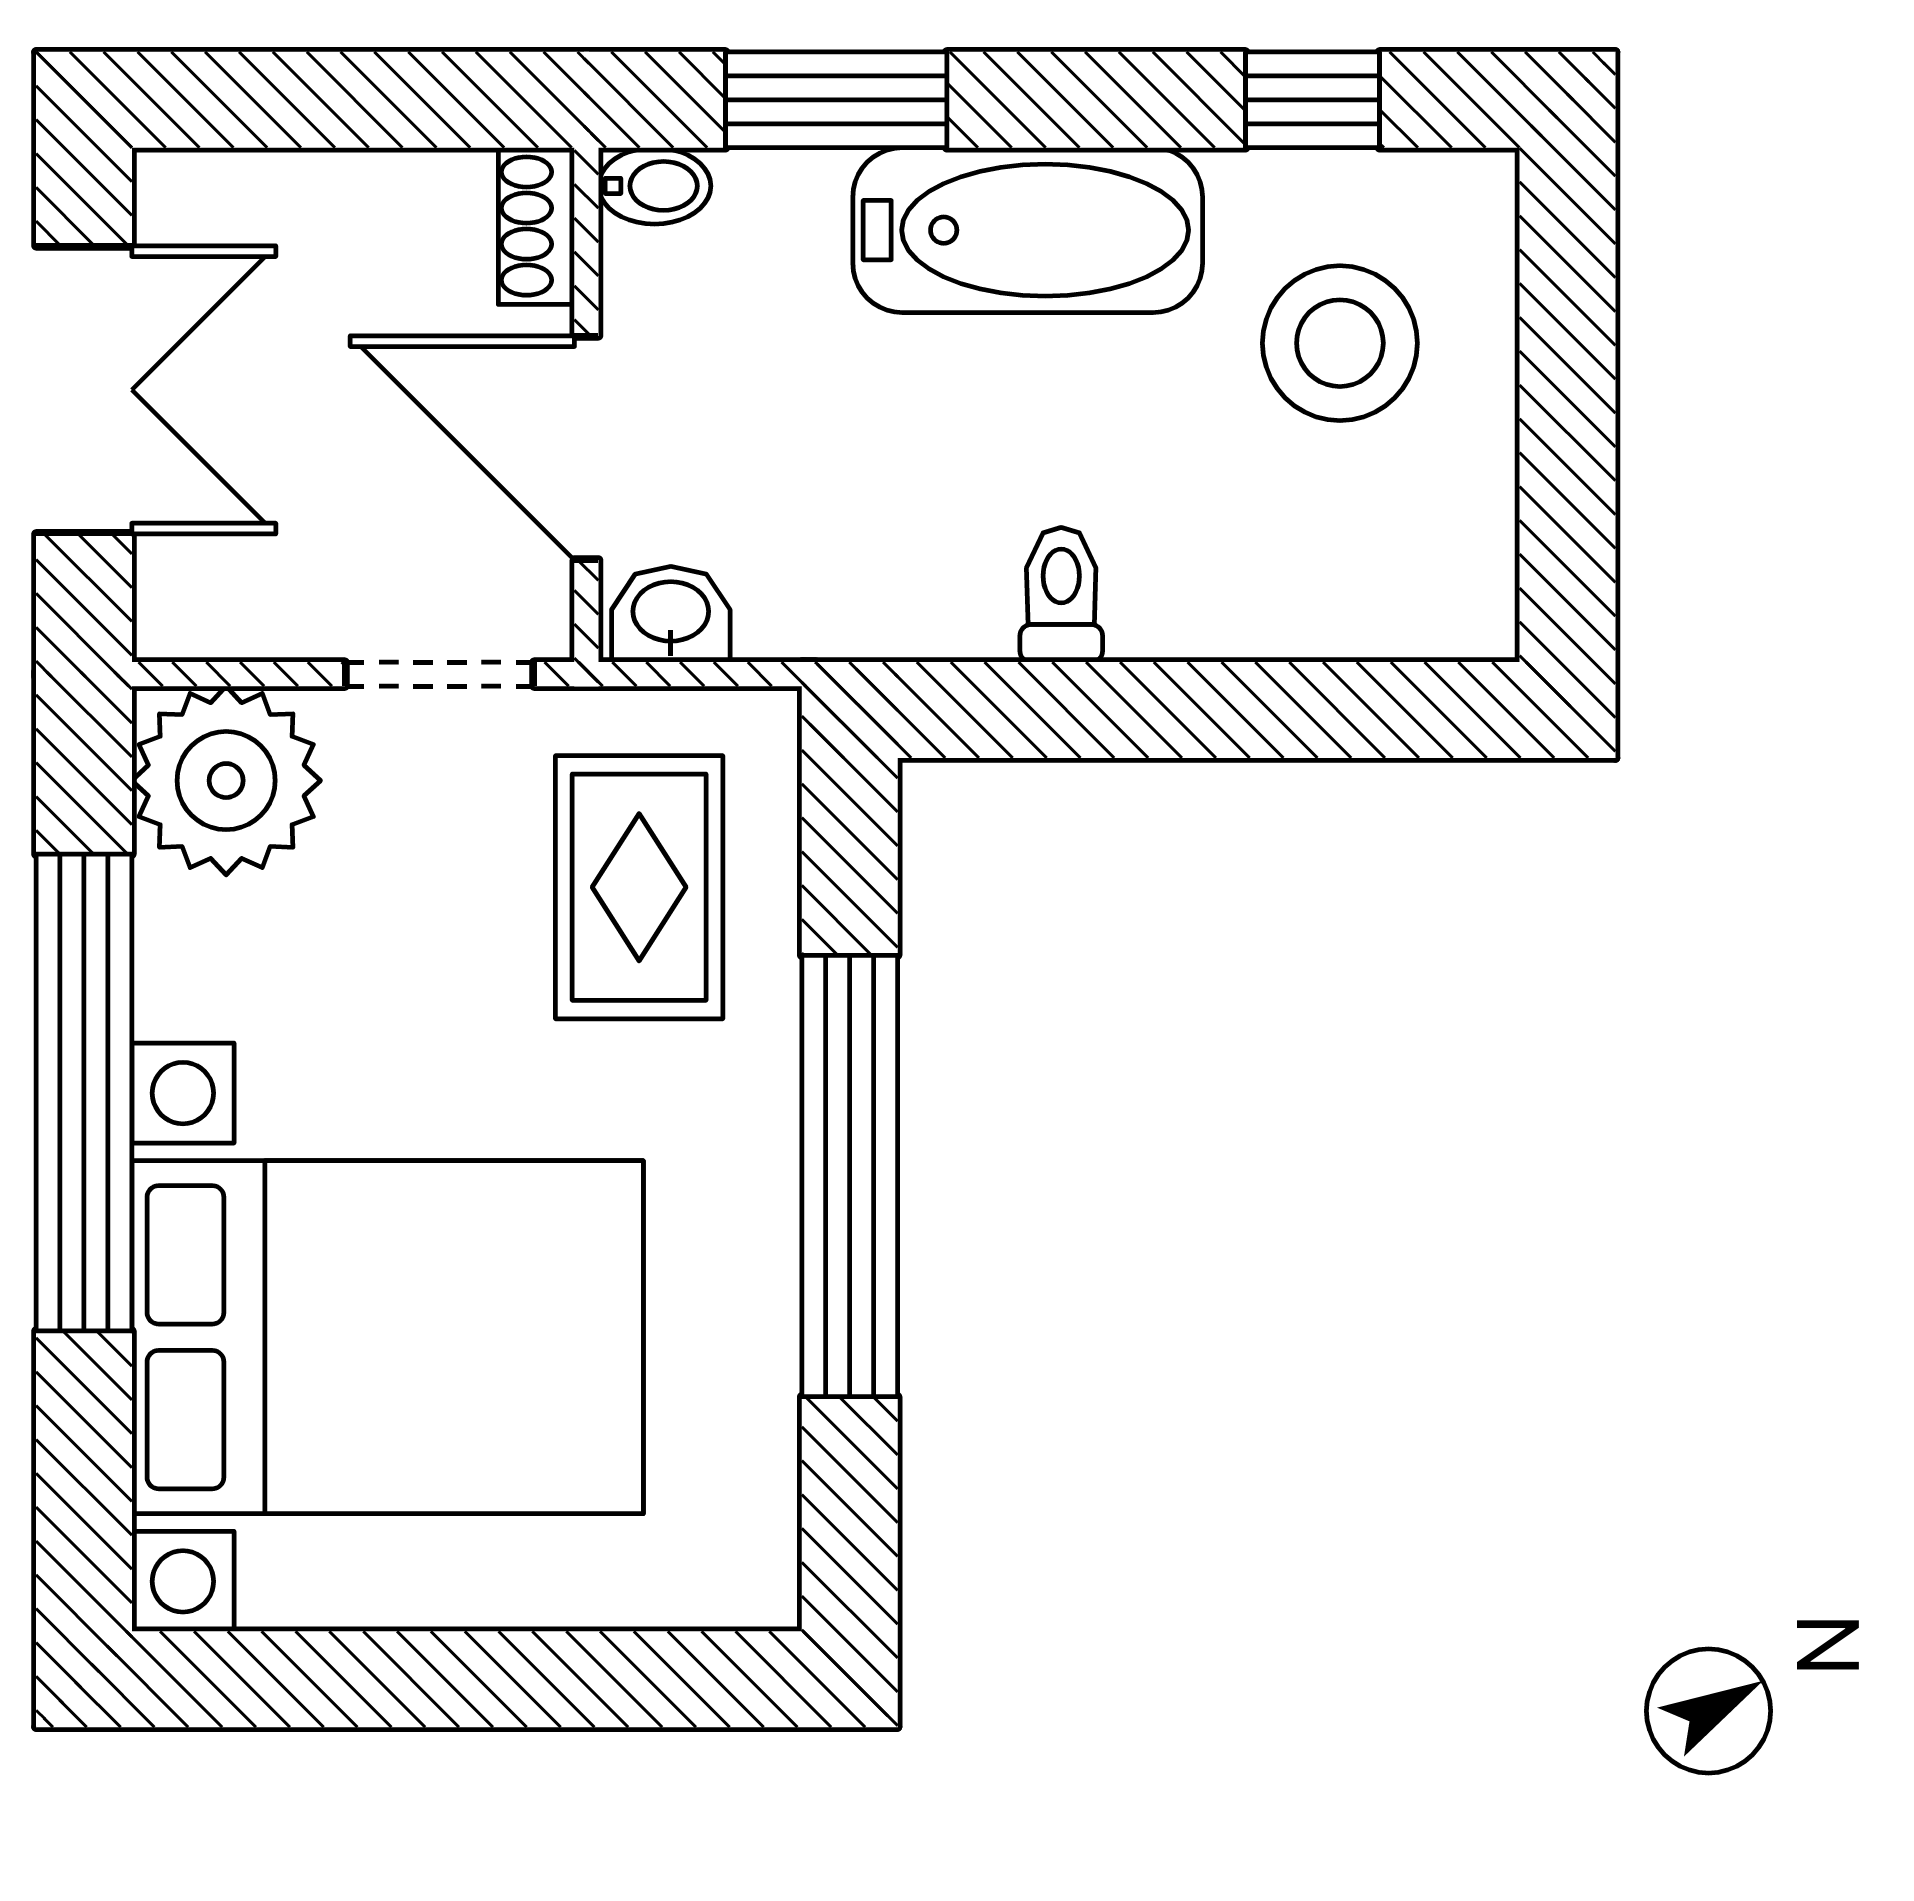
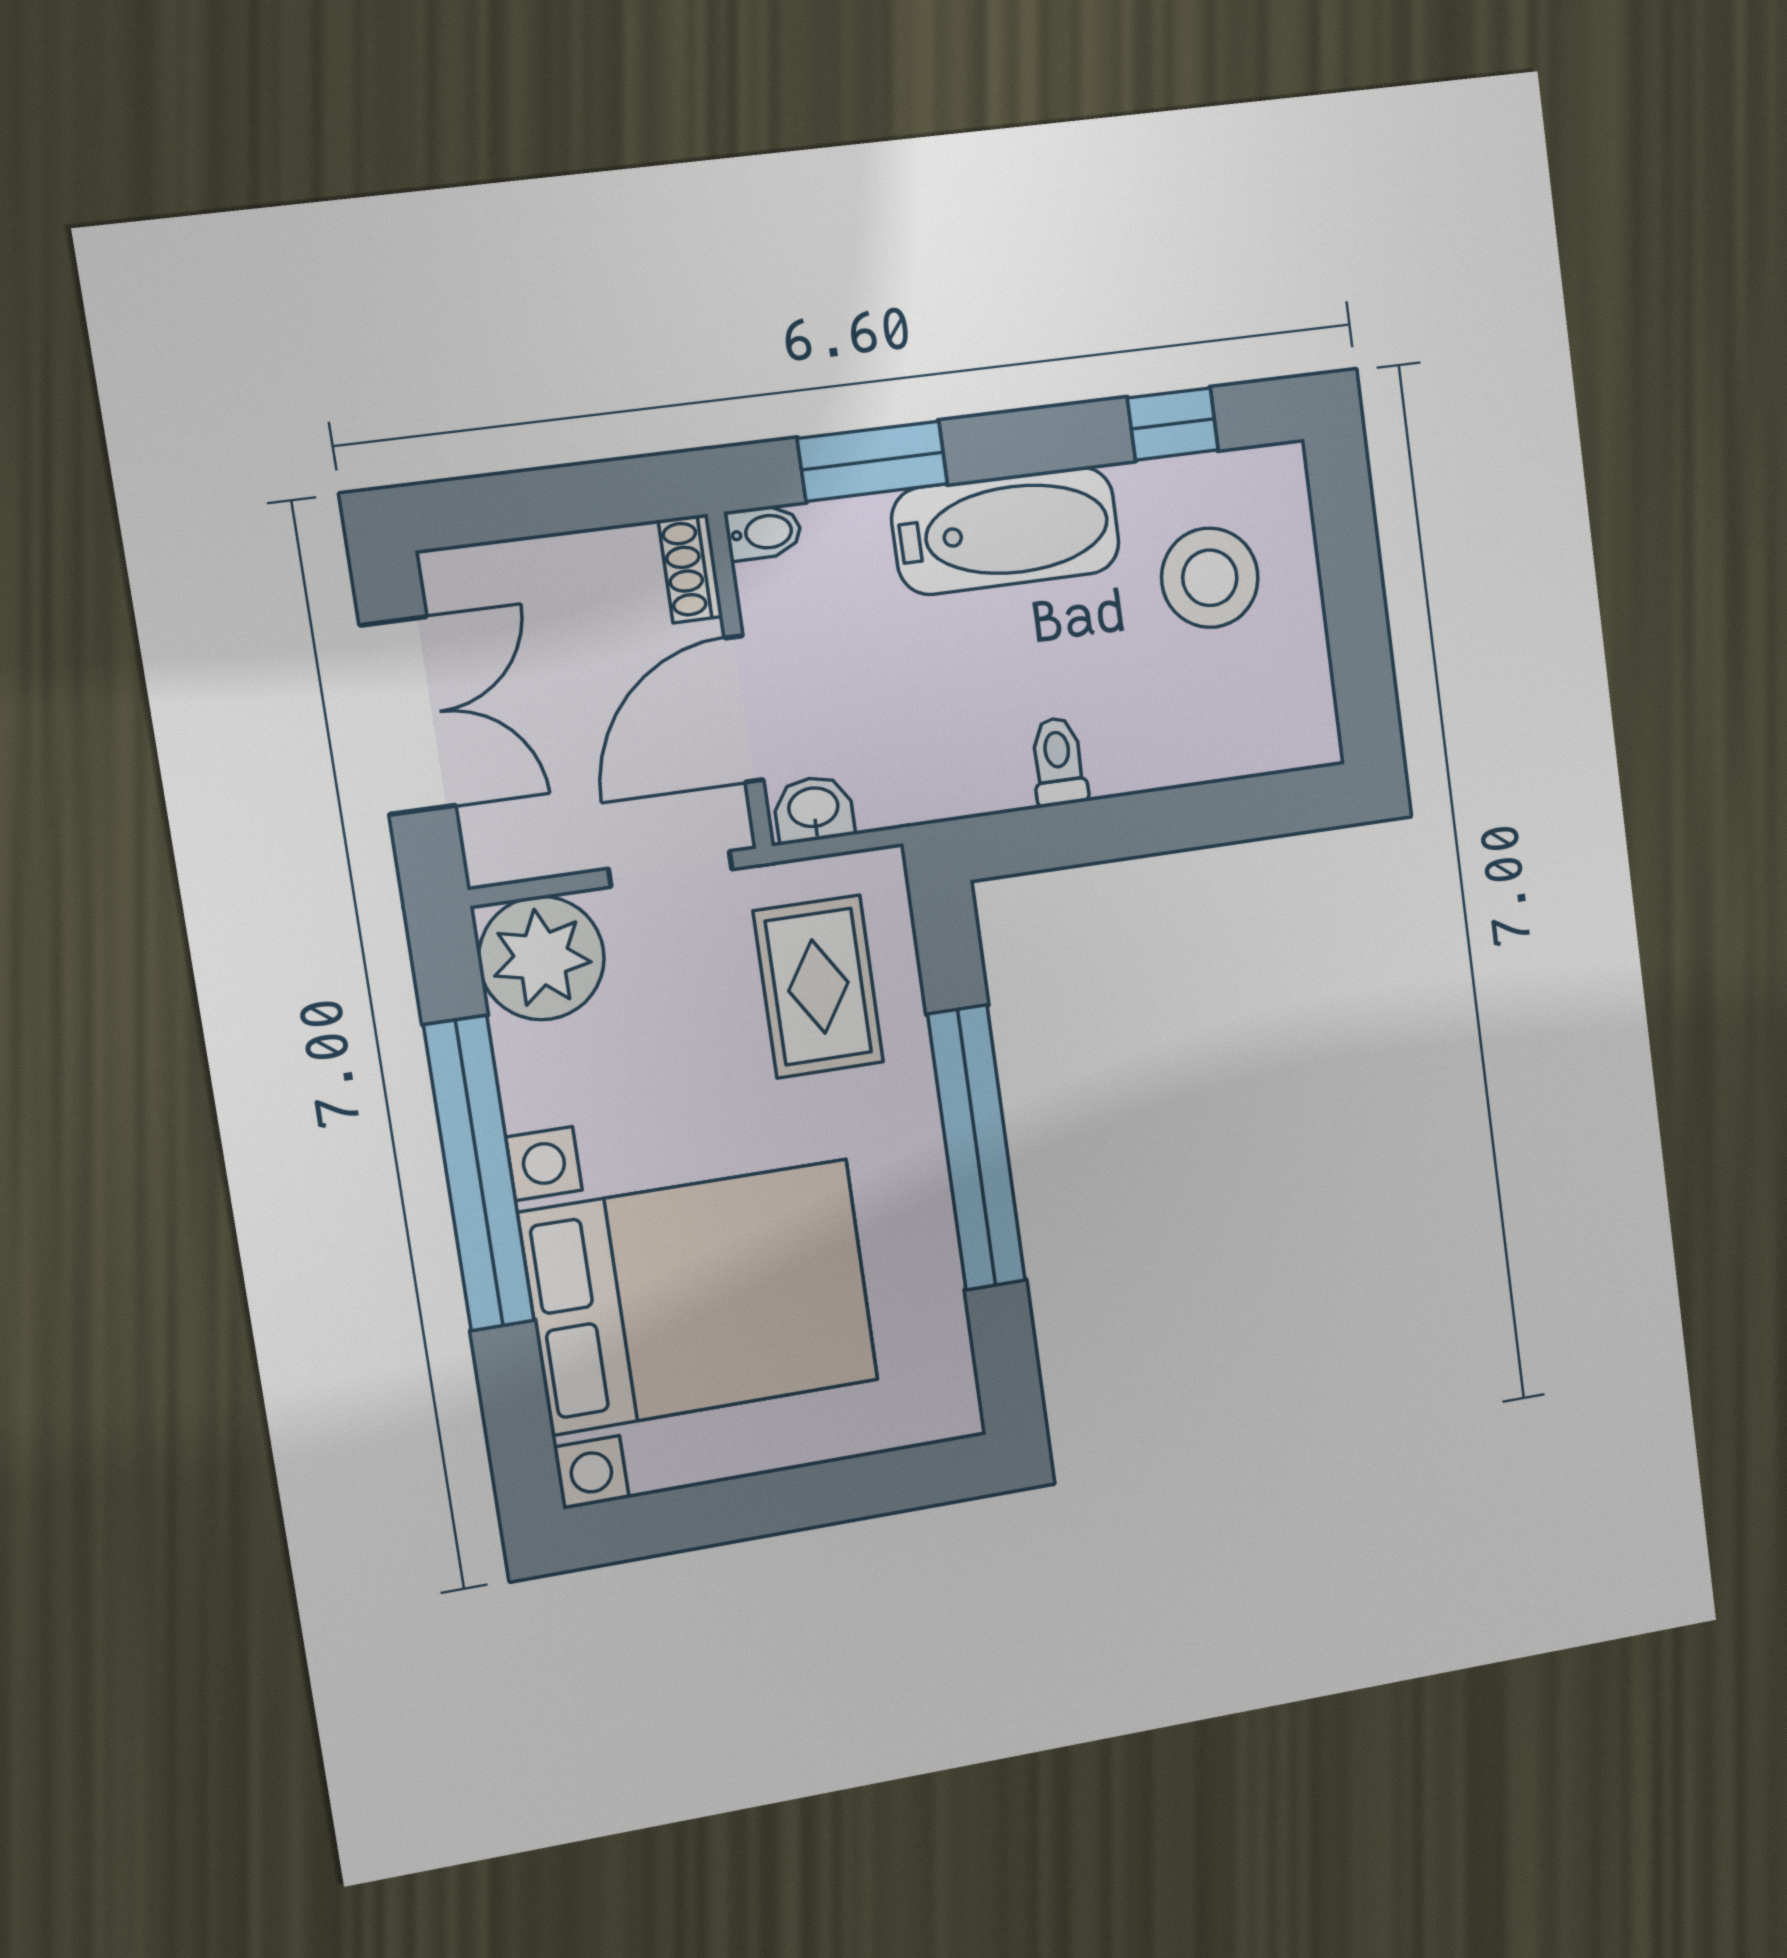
door: (586, 448) -> (744, 709), hinge flipped

